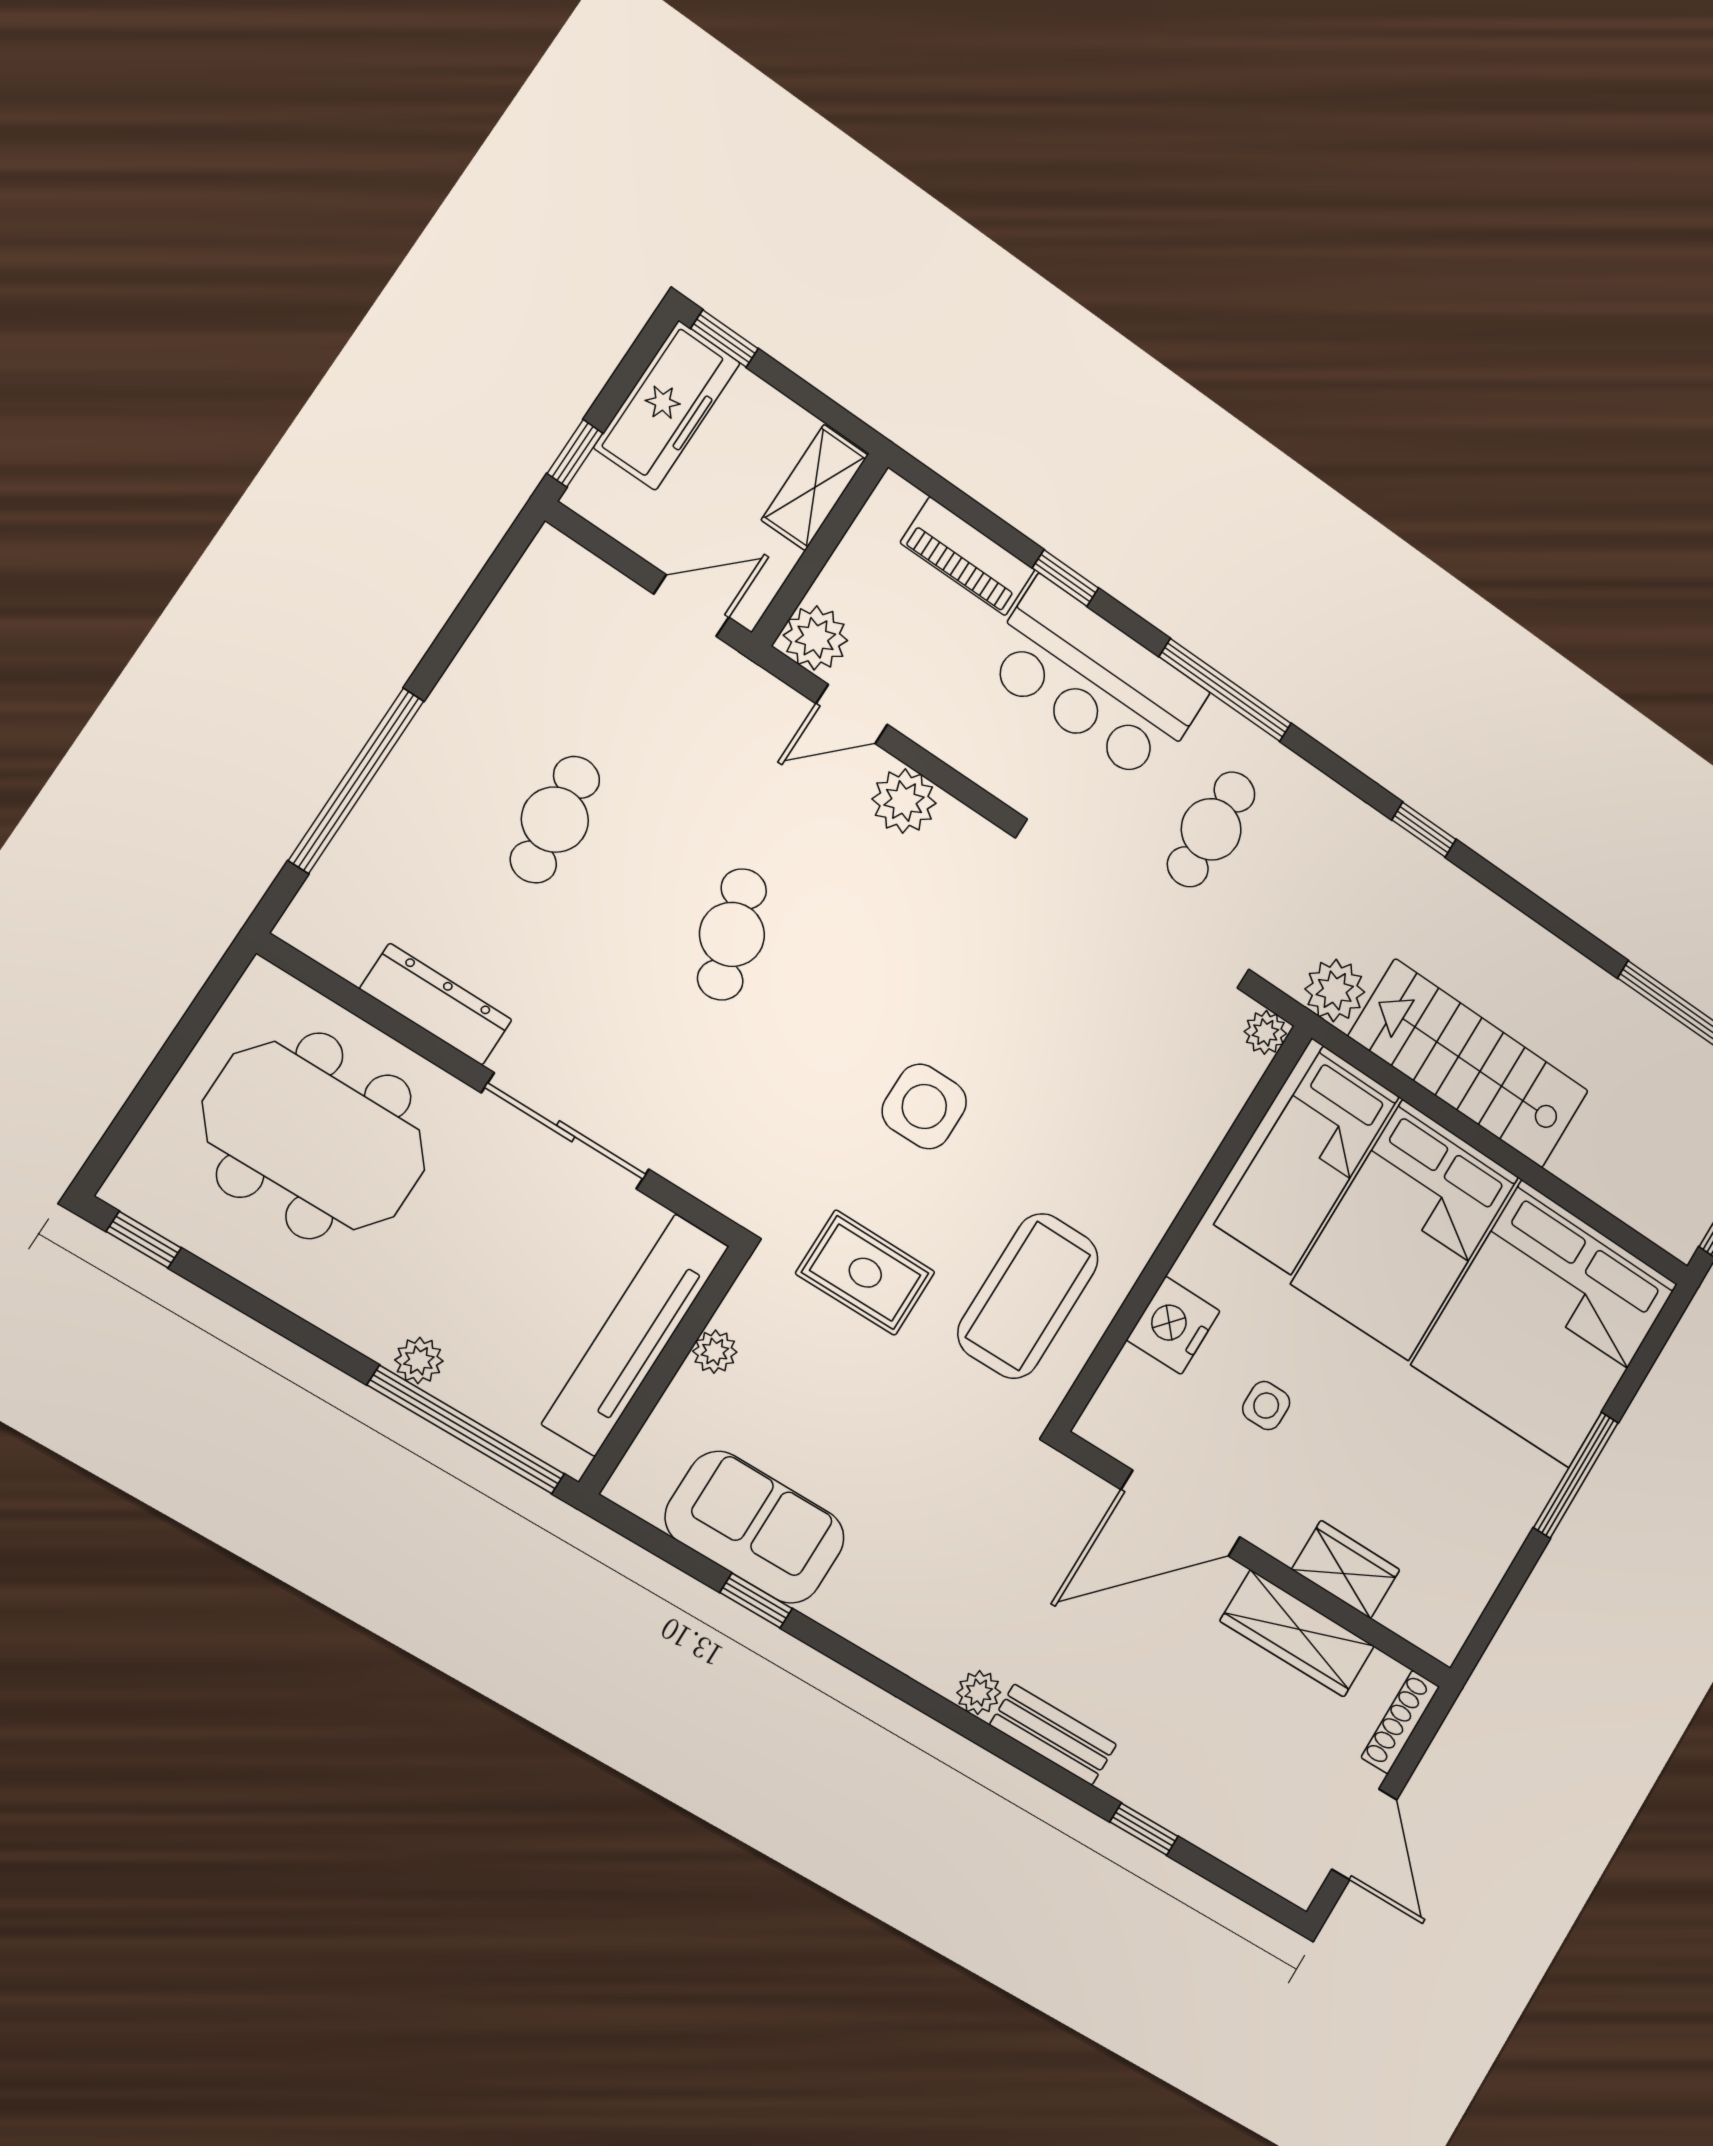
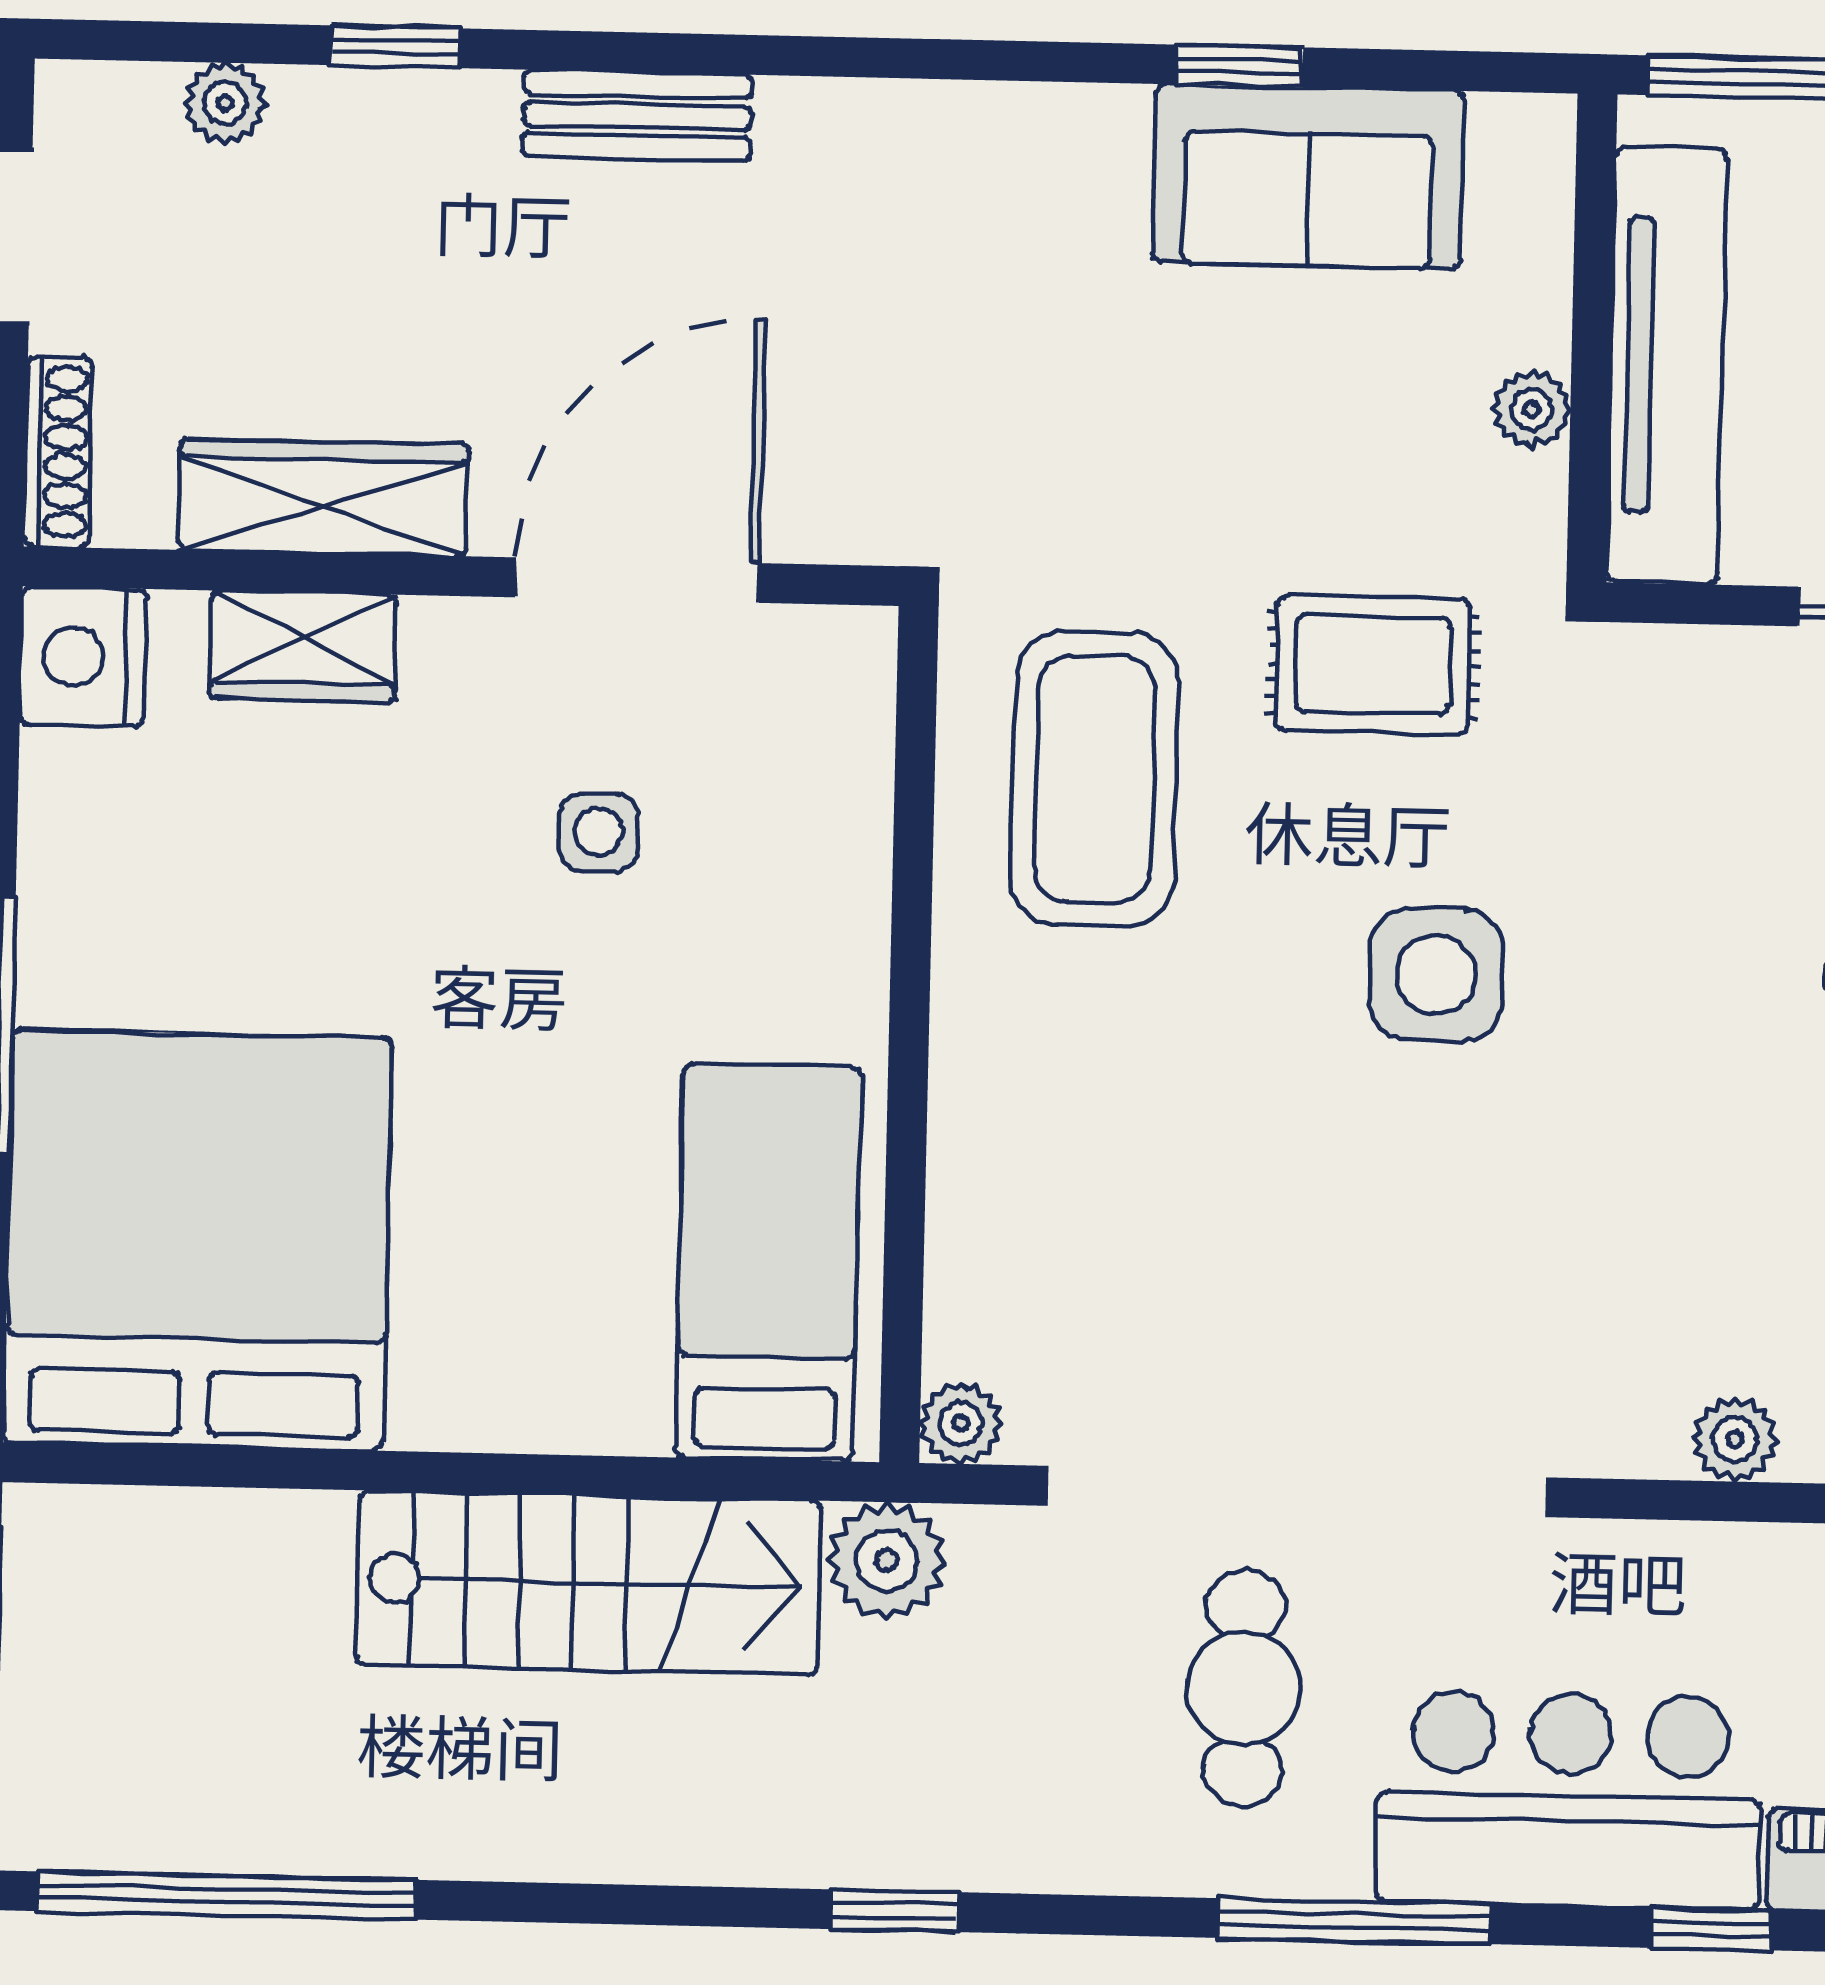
plant: (904, 801) -> (1735, 1439), width x0.73, depth x0.73
bed: (1405, 1230) -> (534, 1250), removed
nightstand: (1173, 1325) -> (83, 657), moved, turned 180
plant: (979, 1693) -> (225, 103), moved

